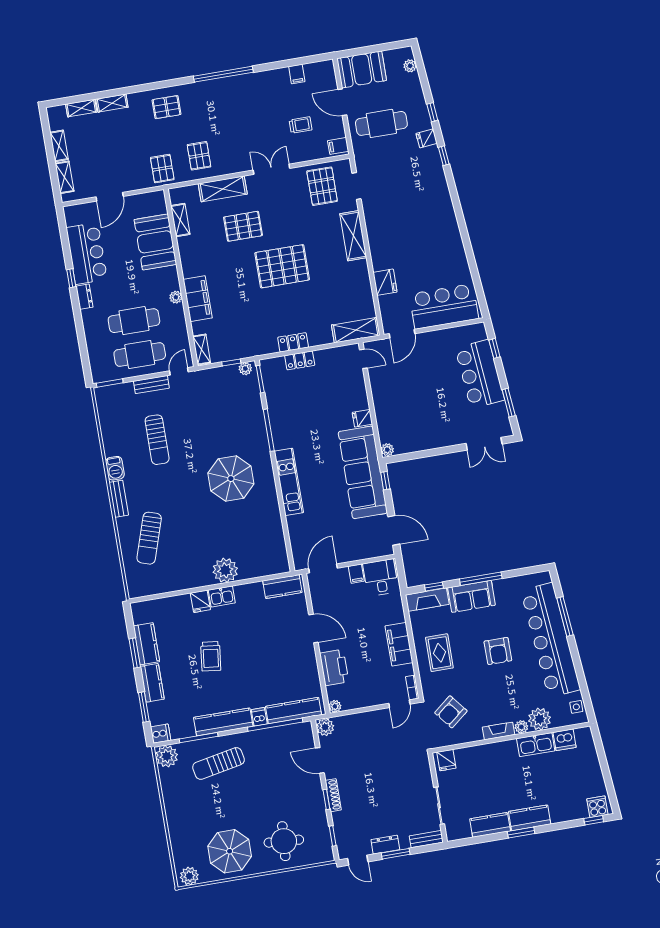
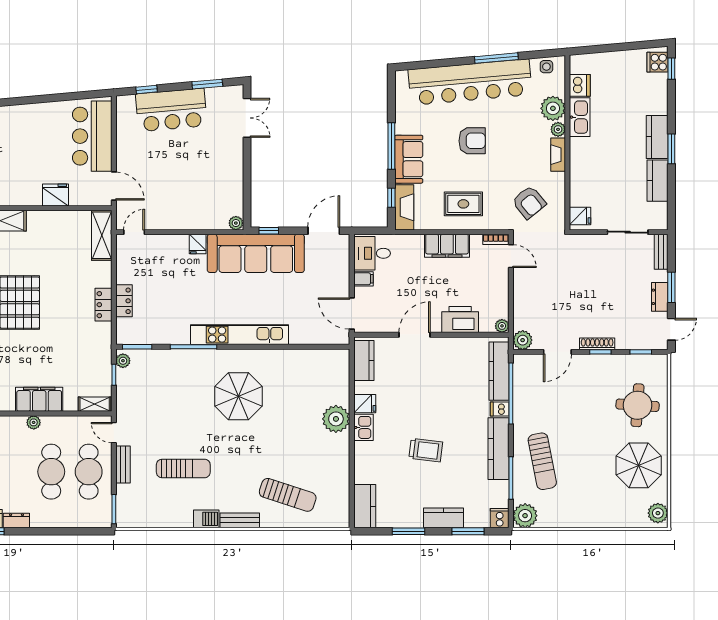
kitchen unit: (289, 482) -> (240, 335), width x1.36
fridge: (200, 601) -> (365, 404), moved
window: (565, 616) -> (496, 58), moved
kitchen counter: (146, 644) -> (365, 506), moved, turned 90

